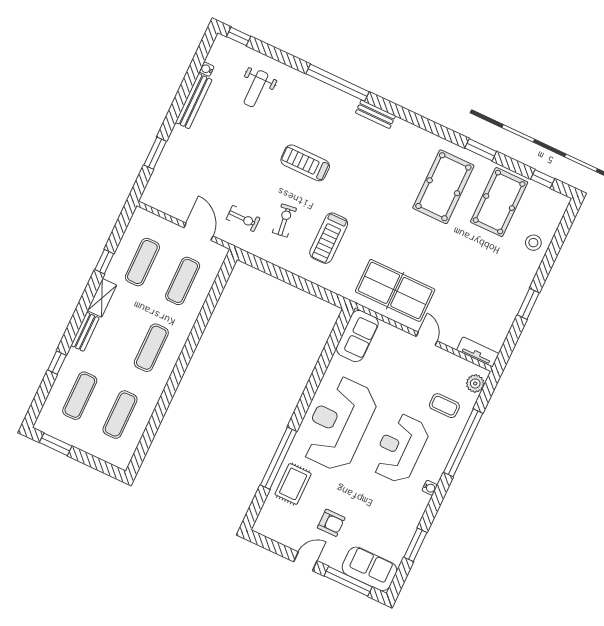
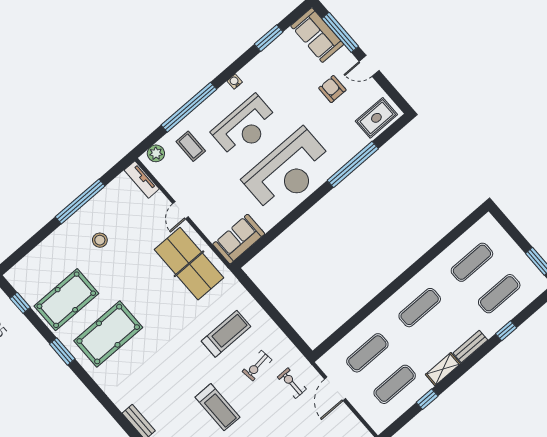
stool: (533, 243) -> (100, 240), moved
window: (528, 304) -> (80, 201), width x2.11
rug: (293, 484) -> (376, 118), moved

